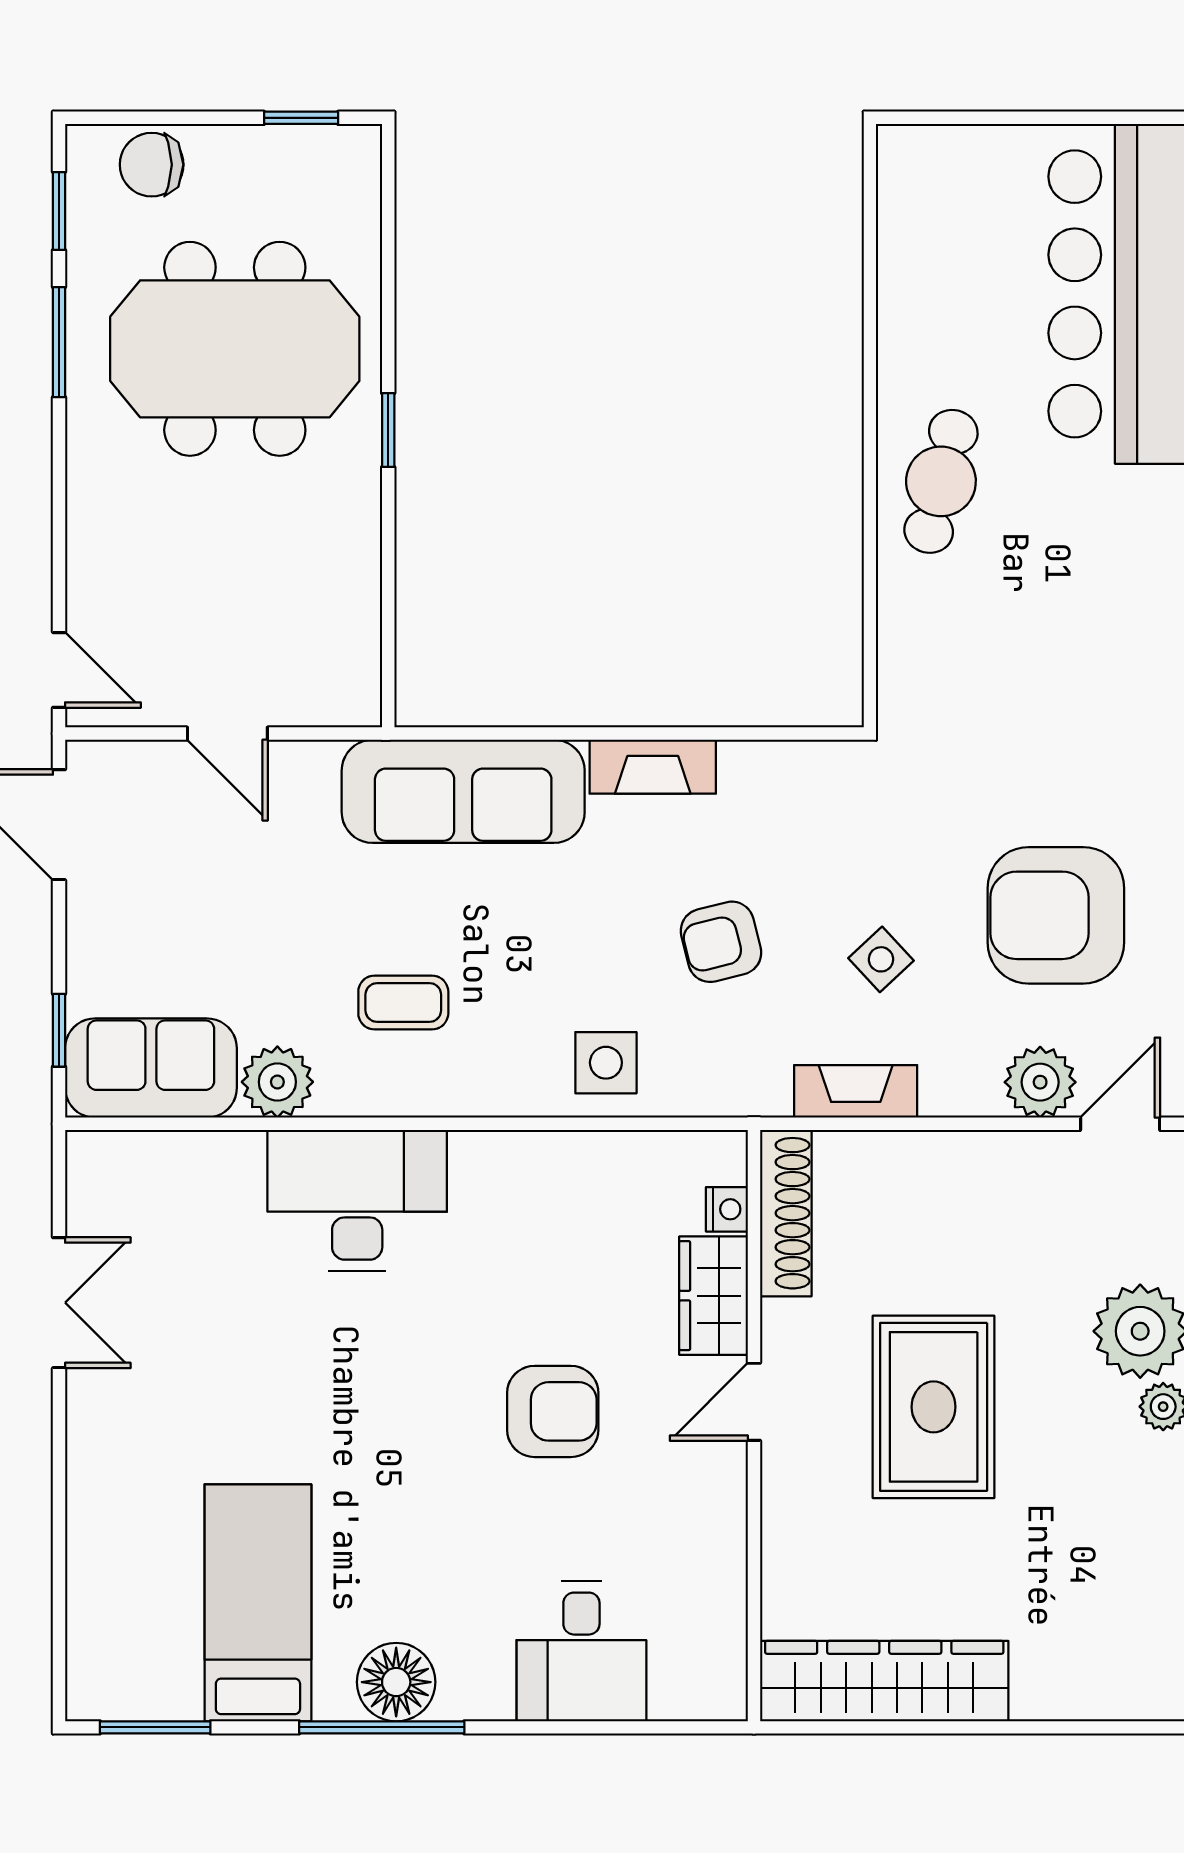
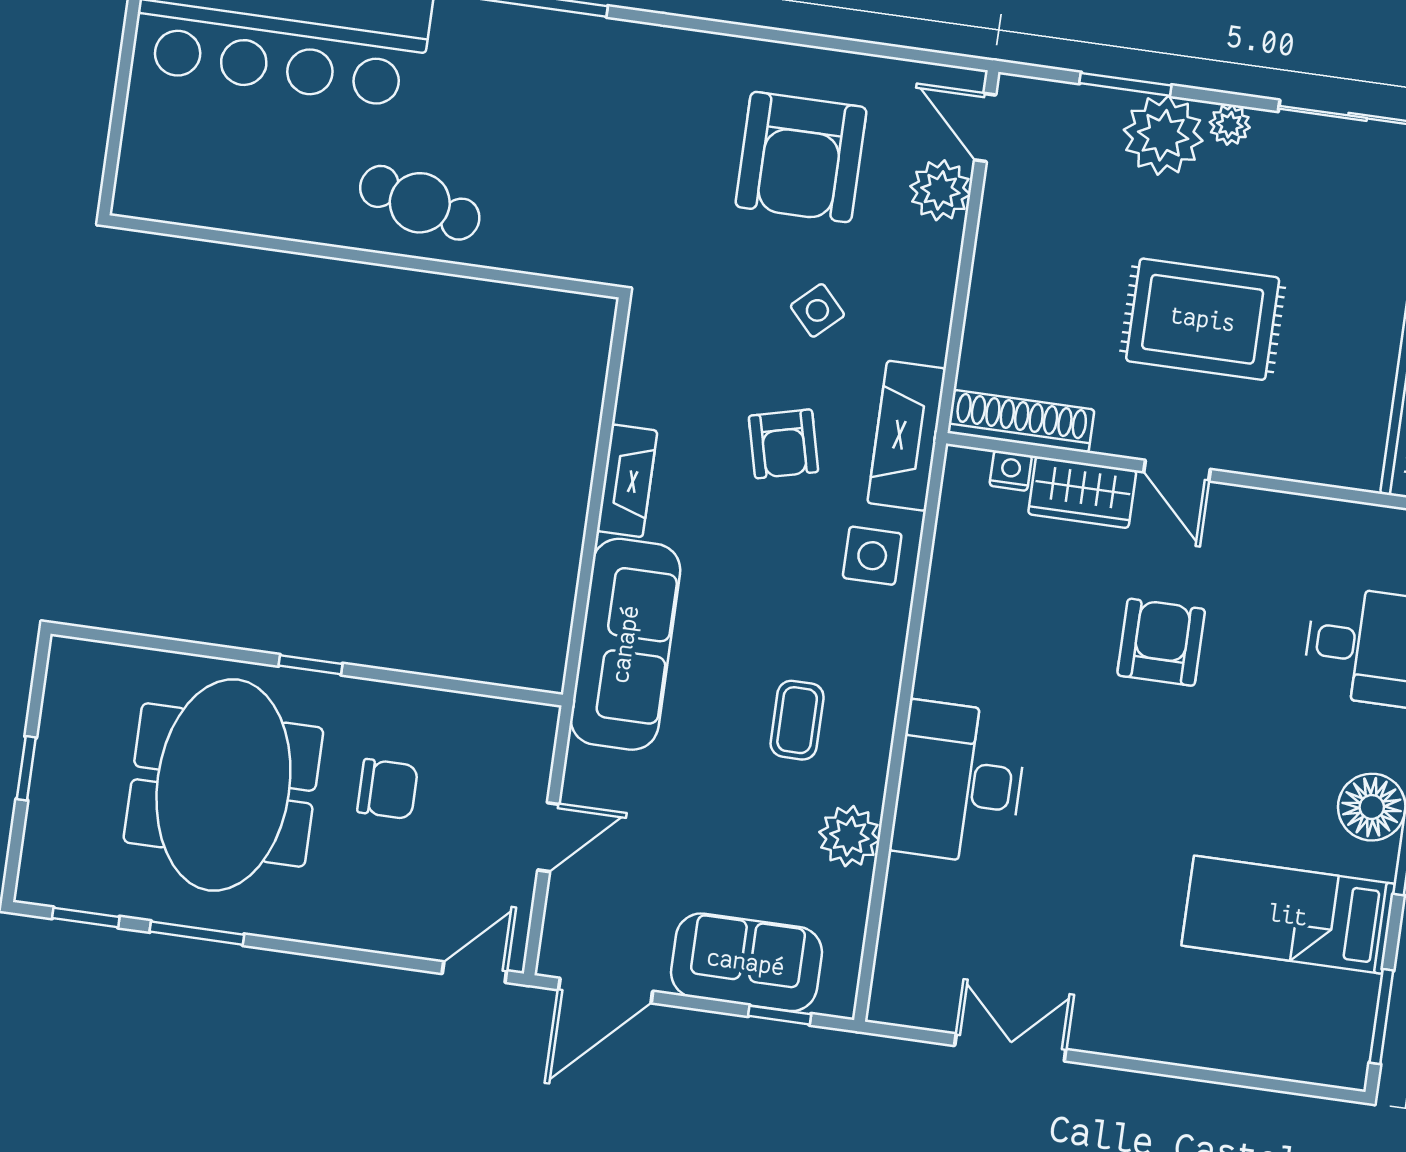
window: (301, 118) -> (26, 768), moved
chair: (152, 165) -> (388, 789), moved, turned -90
sofa: (151, 1068) -> (746, 962), moved, turned 90
fireplace: (856, 1091) -> (907, 436), moved, width x1.37, depth x1.32

